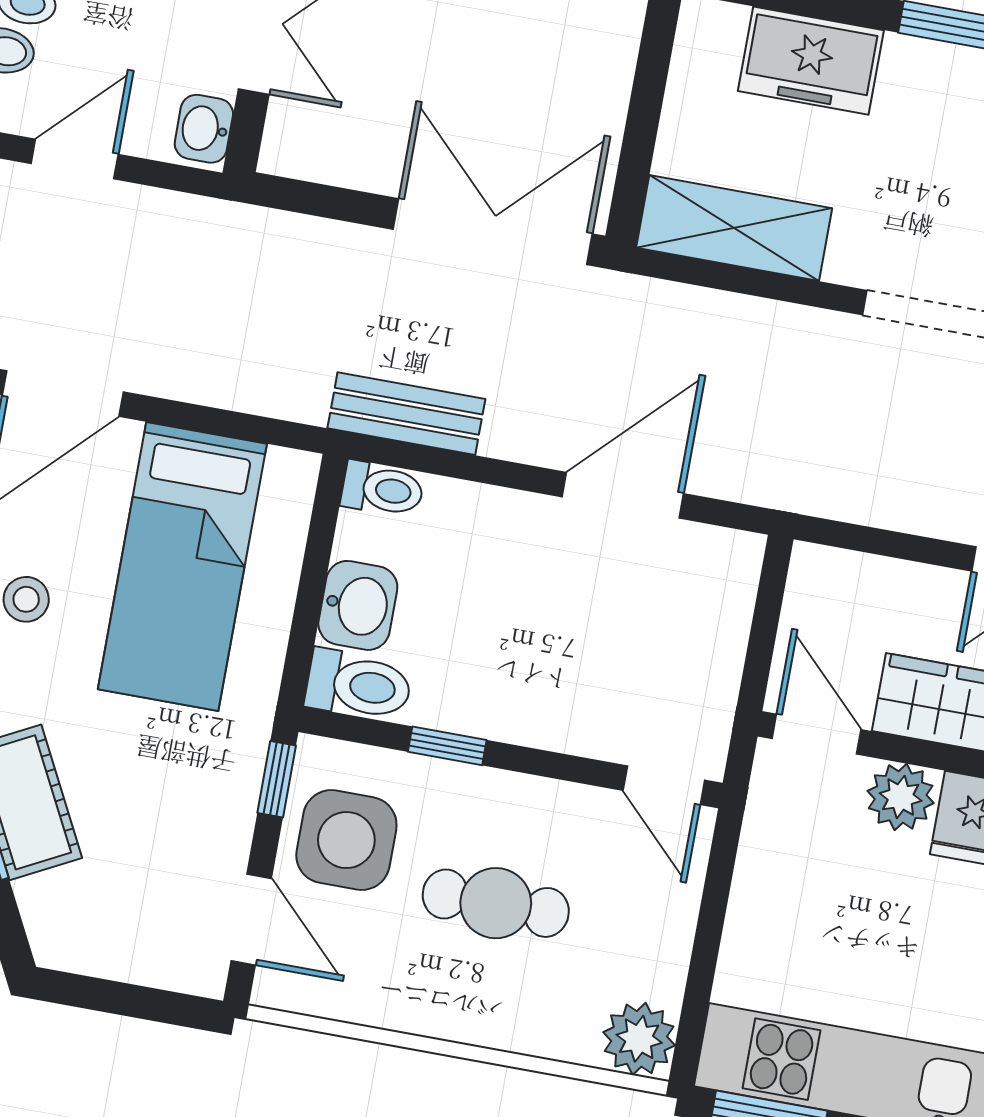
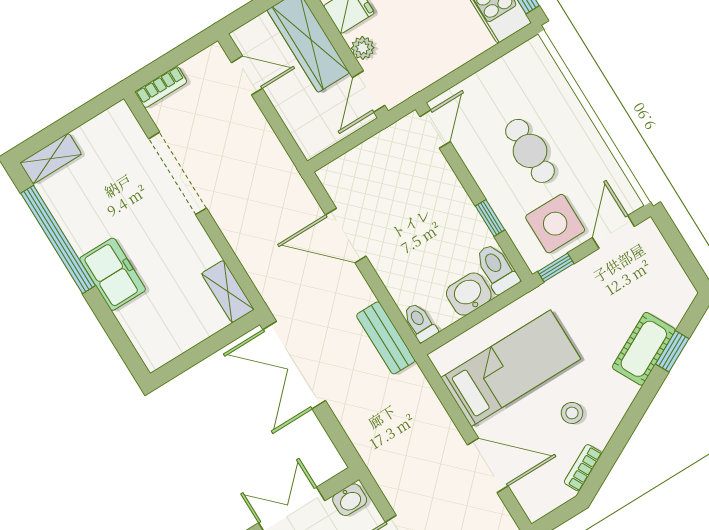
freezer: (811, 61) -> (113, 274), moved
shelving: (734, 228) -> (228, 291), width x0.67, depth x0.75
plant: (901, 797) -> (363, 48), width x0.73, depth x0.73
plant: (639, 1039) -> (532, 57), removed

